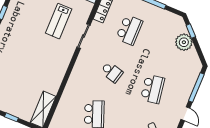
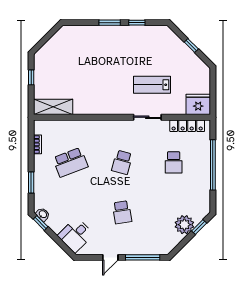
school desk: (129, 30) -> (174, 162), width x0.54
school desk: (153, 89) -> (122, 212), width x0.54

